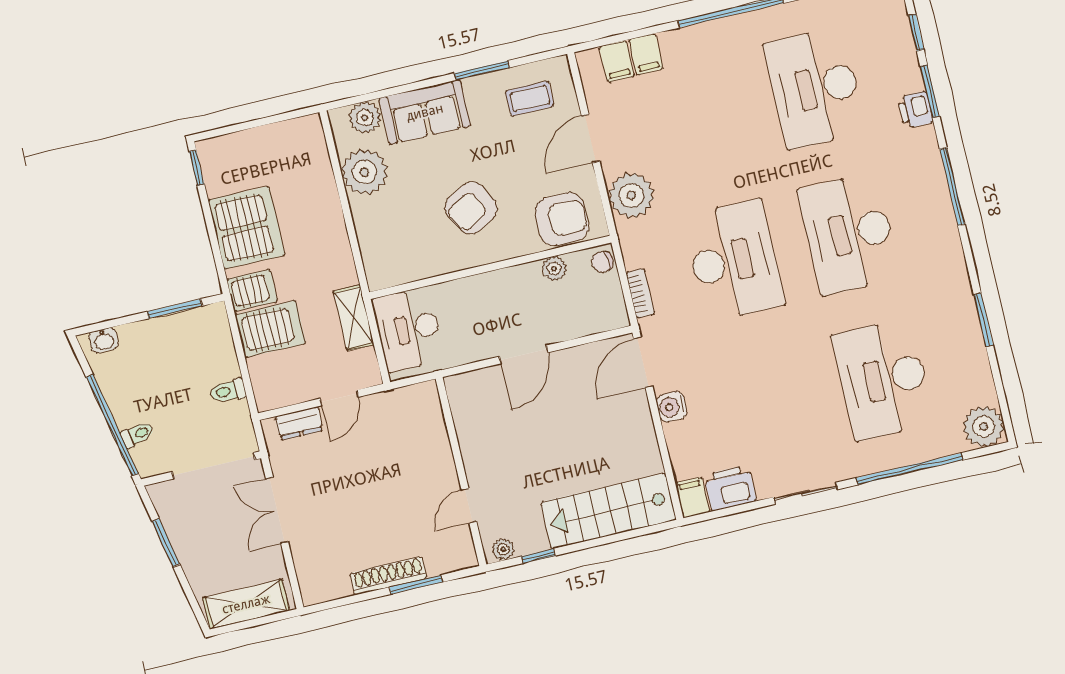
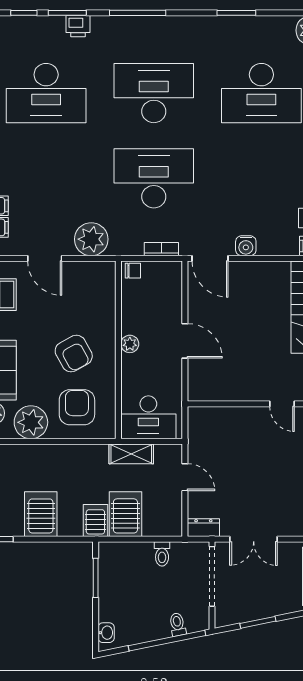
armchair: (562, 219) -> (77, 407), moved
server rack: (247, 228) -> (41, 514), width x0.62
desk: (849, 234) -> (154, 93), turned 180
chair: (602, 262) -> (133, 271), turned -90
plant: (554, 269) -> (130, 344), moved
dresser: (299, 423) -> (203, 528), moved, turned -90

